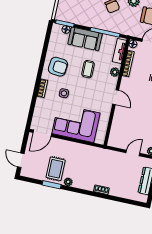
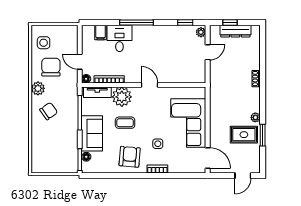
plant: (115, 72) -> (122, 97), width x1.88, depth x1.88
door: (116, 97) -> (150, 85), hinge flipped
door: (133, 153) -> (208, 52), swing flipped

